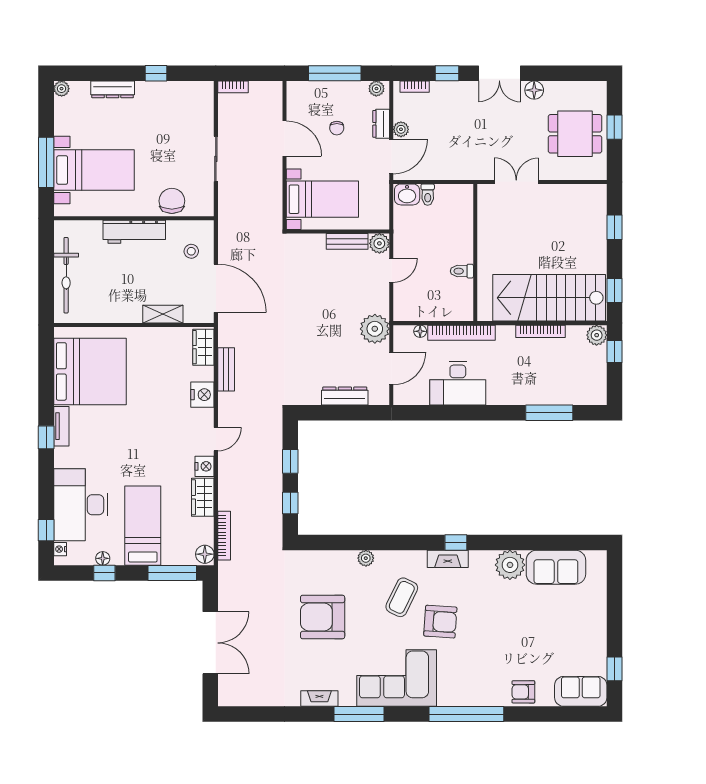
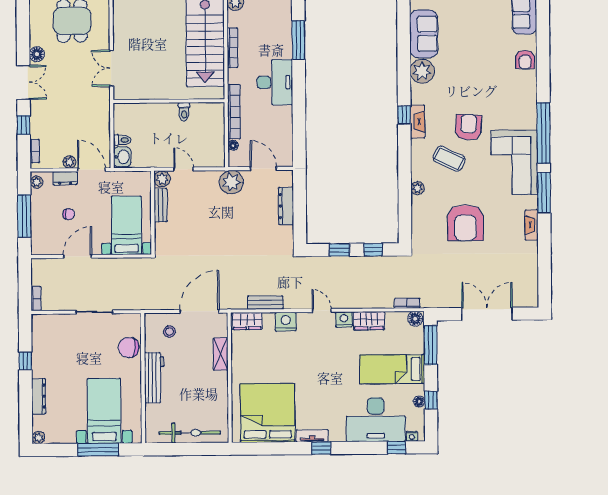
desk: (458, 383) -> (275, 82), moved
bookcase: (224, 536) -> (407, 303), width x0.64
window: (466, 714) -> (544, 133), moved

